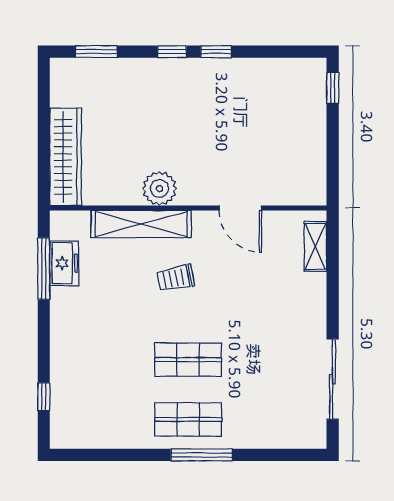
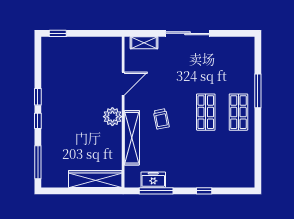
window: (96, 52) -> (38, 162), width x1.44
plant: (160, 189) -> (112, 117), moved
sliding door: (333, 379) -> (187, 33), moved
window: (44, 397) -> (204, 191), moved
window: (202, 455) -> (258, 91), moved

